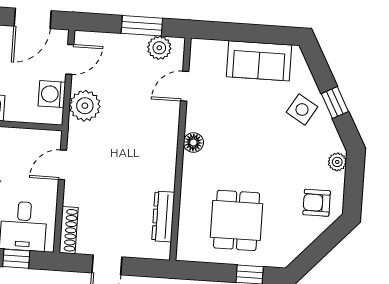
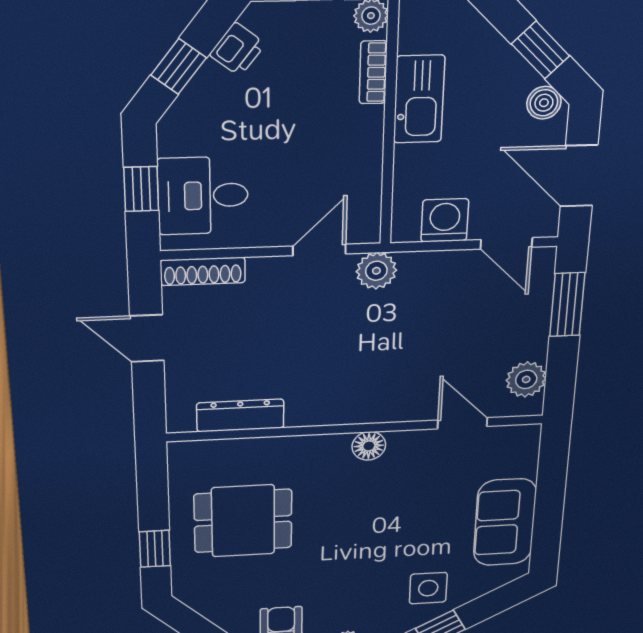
window: (142, 26) -> (567, 304), moved
plant: (85, 106) -> (376, 271), moved, width x0.73, depth x0.73
side table: (302, 110) -> (428, 588), turned -31
door: (63, 165) -> (319, 250), hinge flipped

